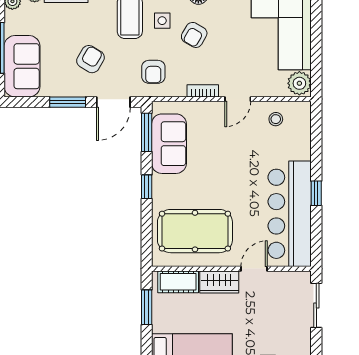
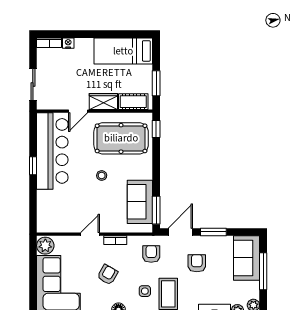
armchair: (194, 35) -> (108, 275), moved
armchair: (90, 59) -> (197, 263), turned 149
stool: (276, 119) -> (102, 175), moved
window: (147, 187) -> (156, 129), moved

